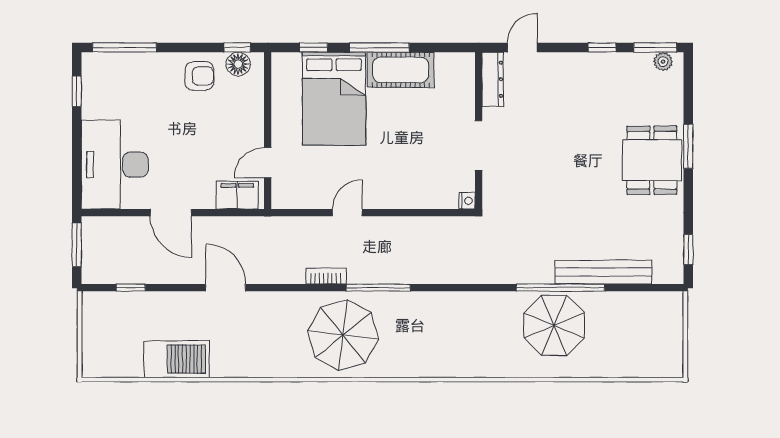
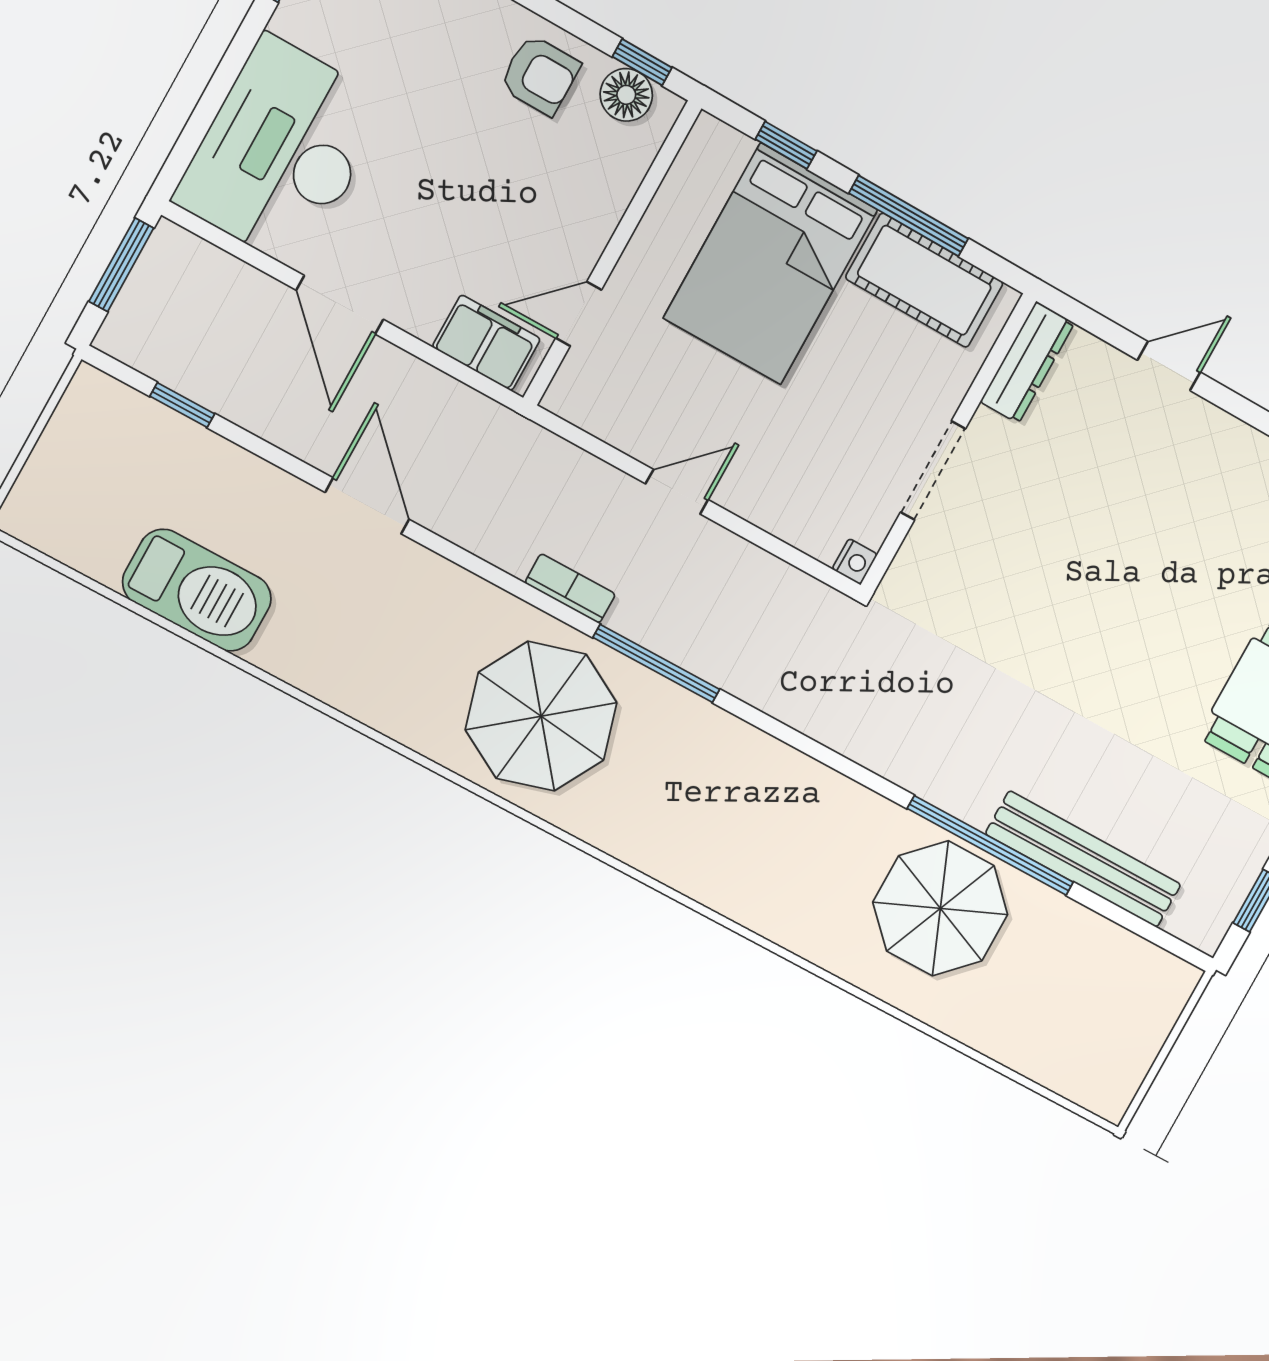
dresser: (493, 79) -> (1027, 362), moved
wall: (479, 131) -> (948, 443), moved
doorway: (479, 145) -> (933, 471), moved
nightstand: (467, 201) -> (855, 562), moved

